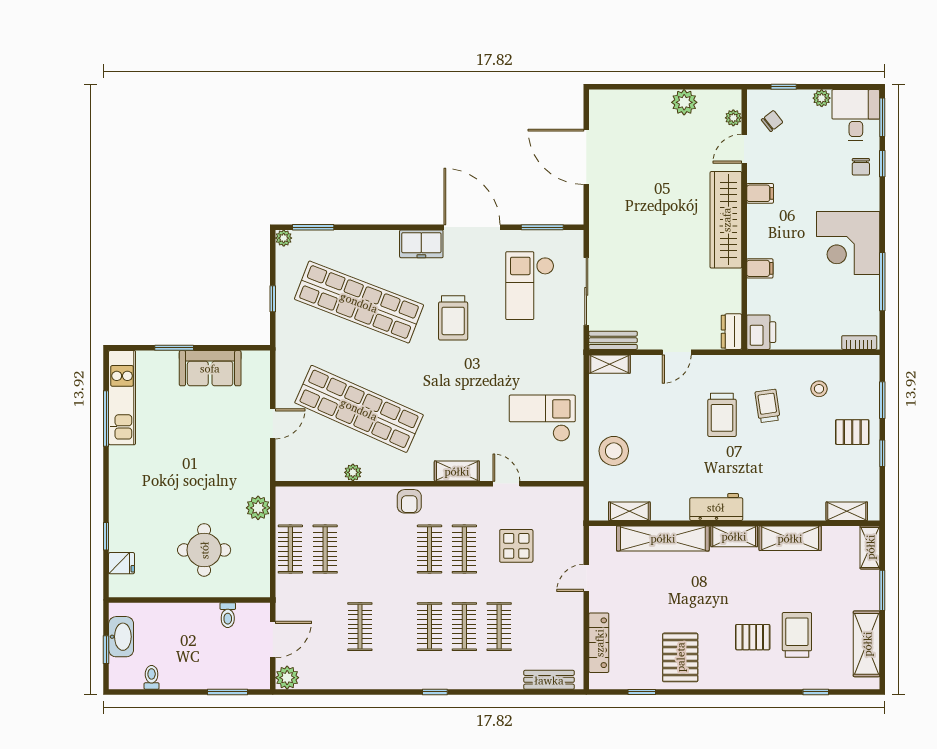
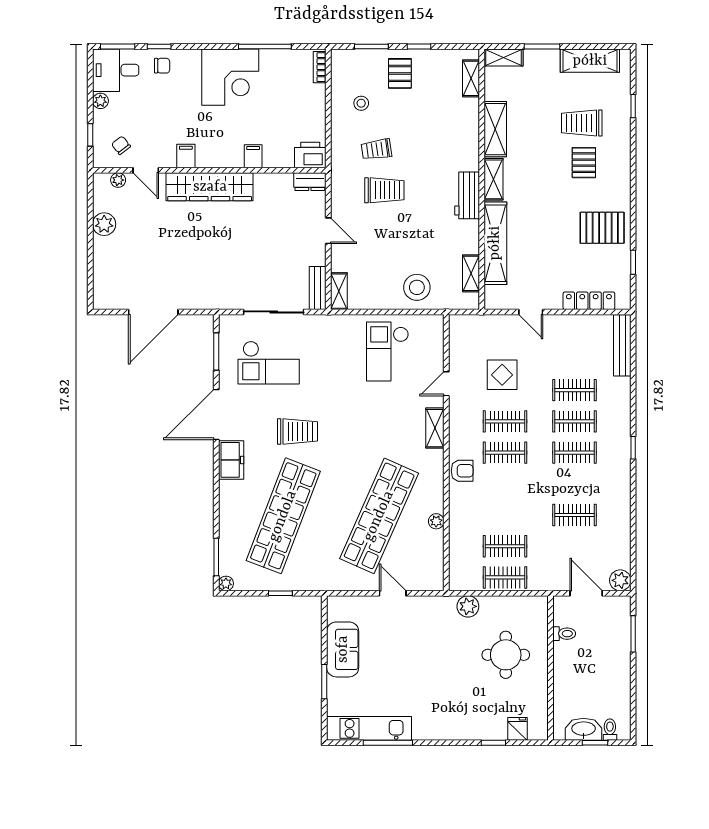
toilet: (152, 677) -> (610, 730), moved, turned 90
bench: (549, 680) -> (622, 345), width x1.36

